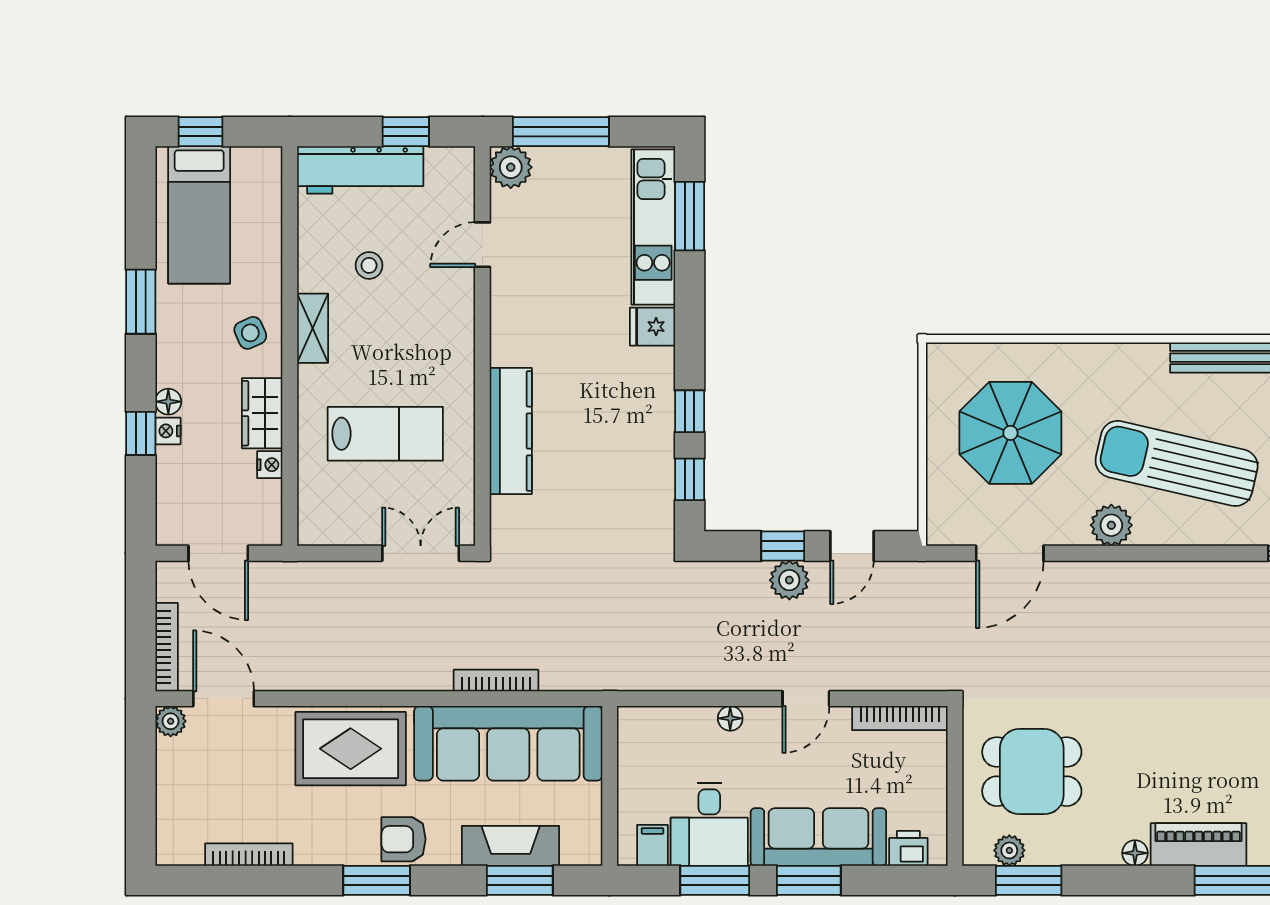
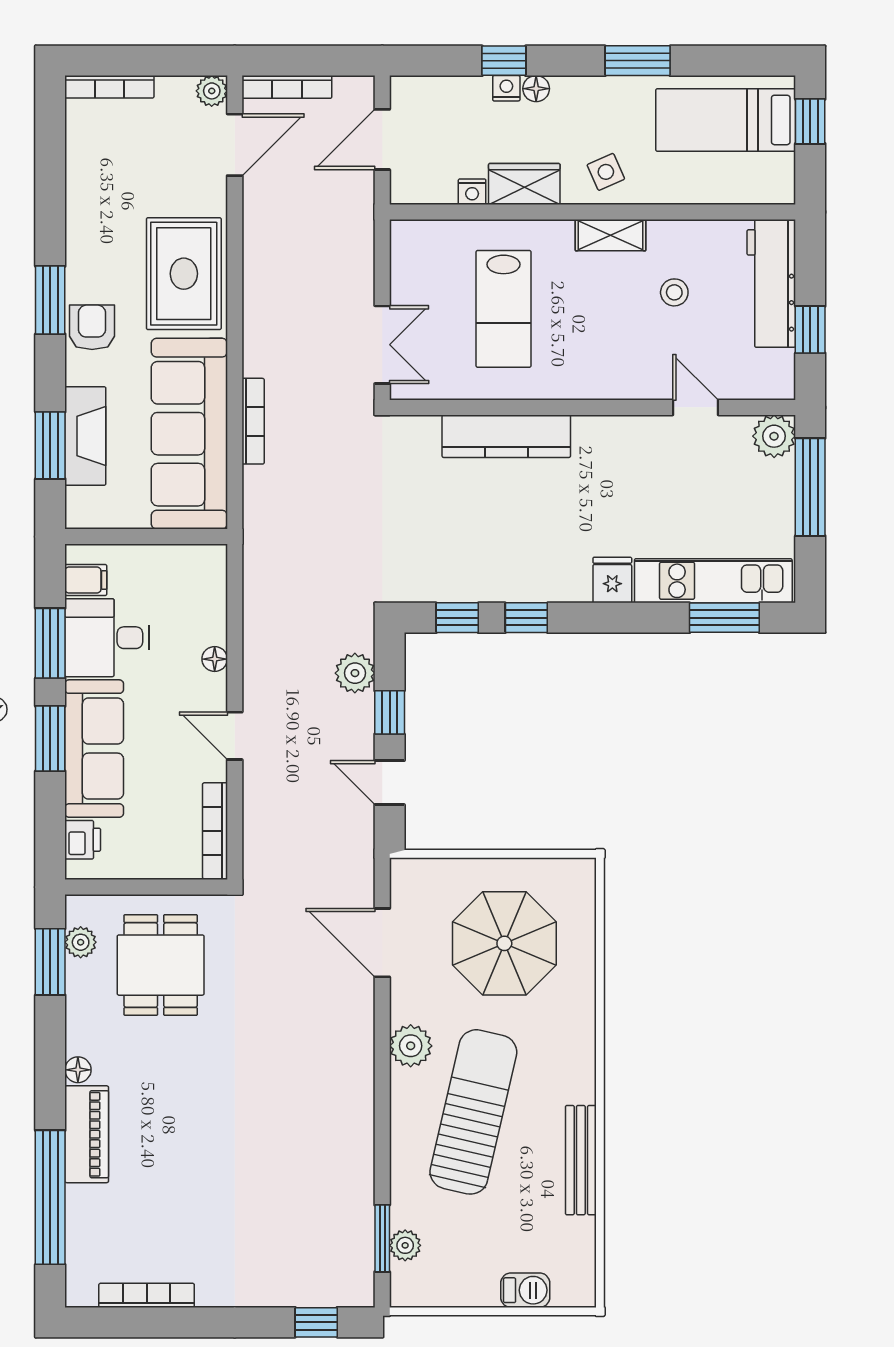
plant: (789, 580) -> (355, 673), moved
bookcase: (249, 855) -> (109, 87), moved, turned 90

